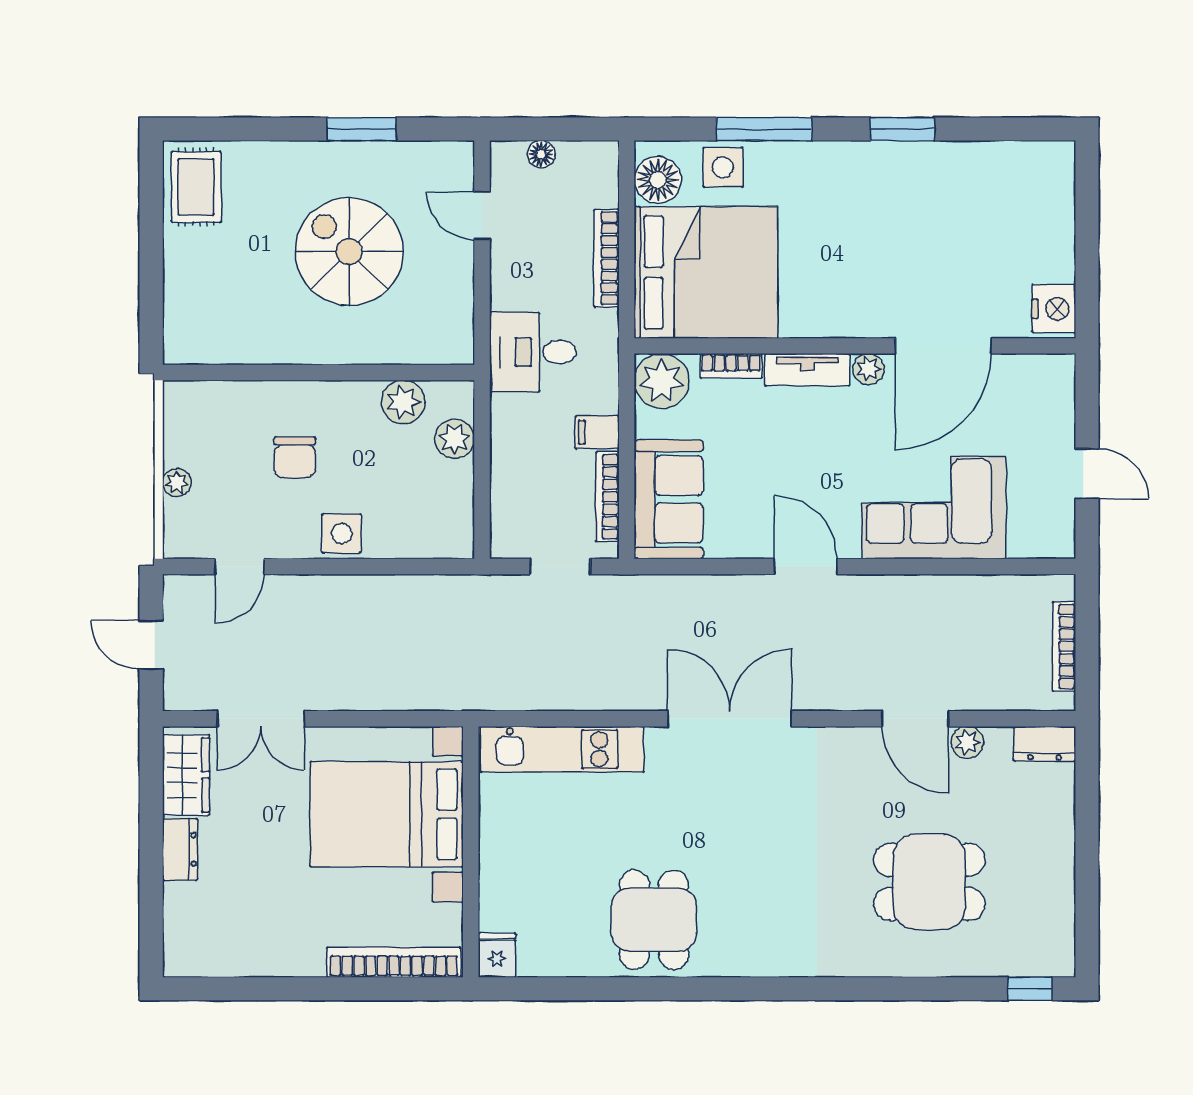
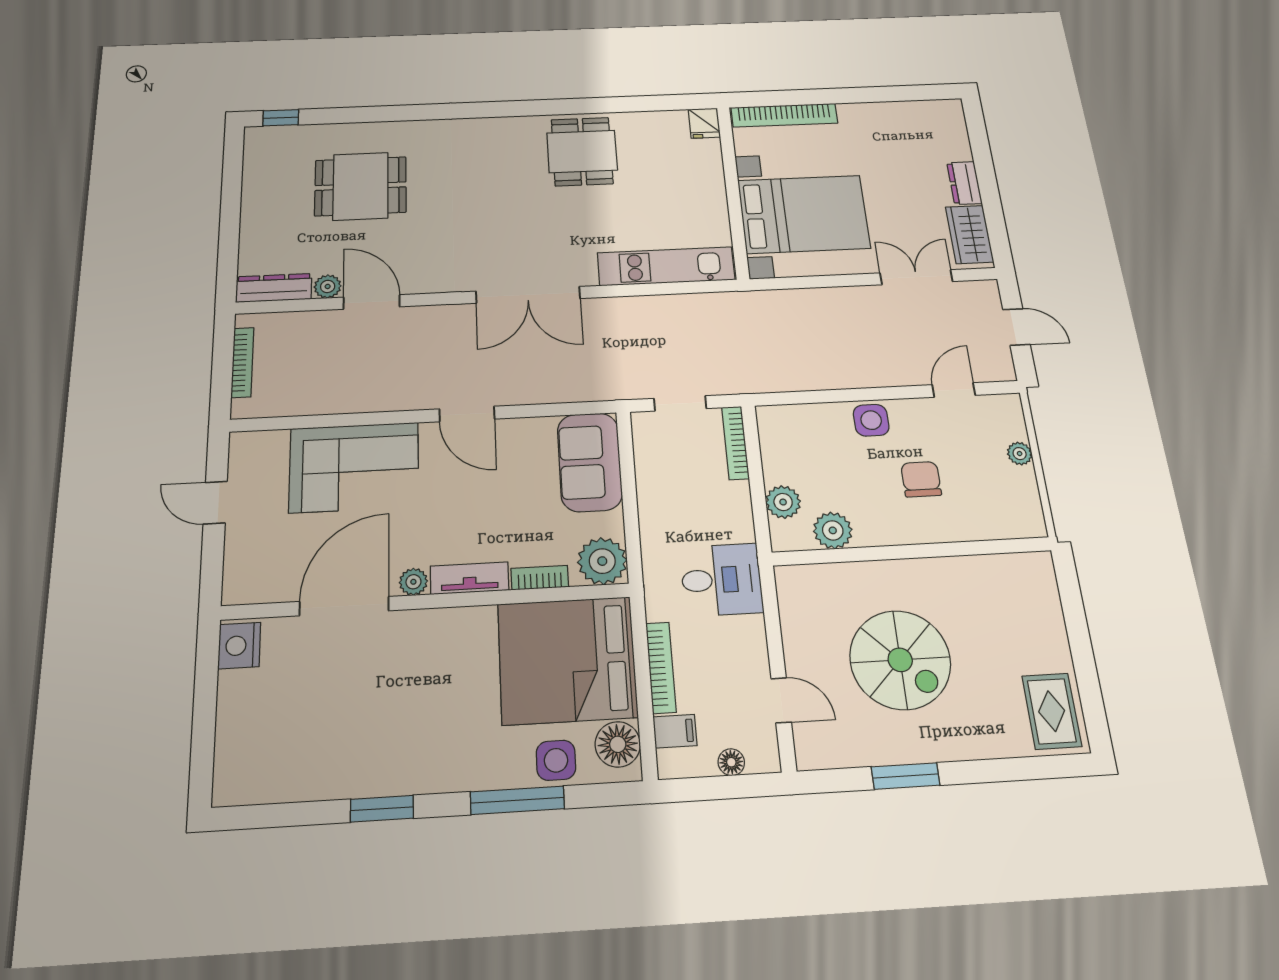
filing cabinet: (597, 432) -> (675, 731), moved
bookcase: (607, 497) -> (735, 443), moved, turned 180
dresser: (1045, 744) -> (274, 288), width x1.44

